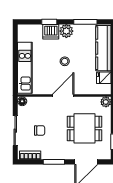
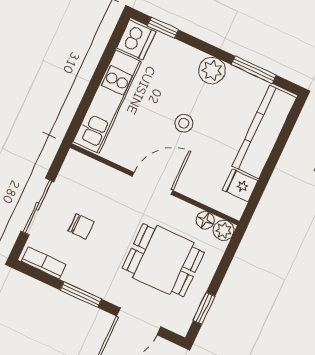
window: (49, 22) -> (163, 28), moved
dishwasher: (51, 32) -> (136, 40), moved, turned -90
floor lamp: (22, 101) -> (205, 220), moved

